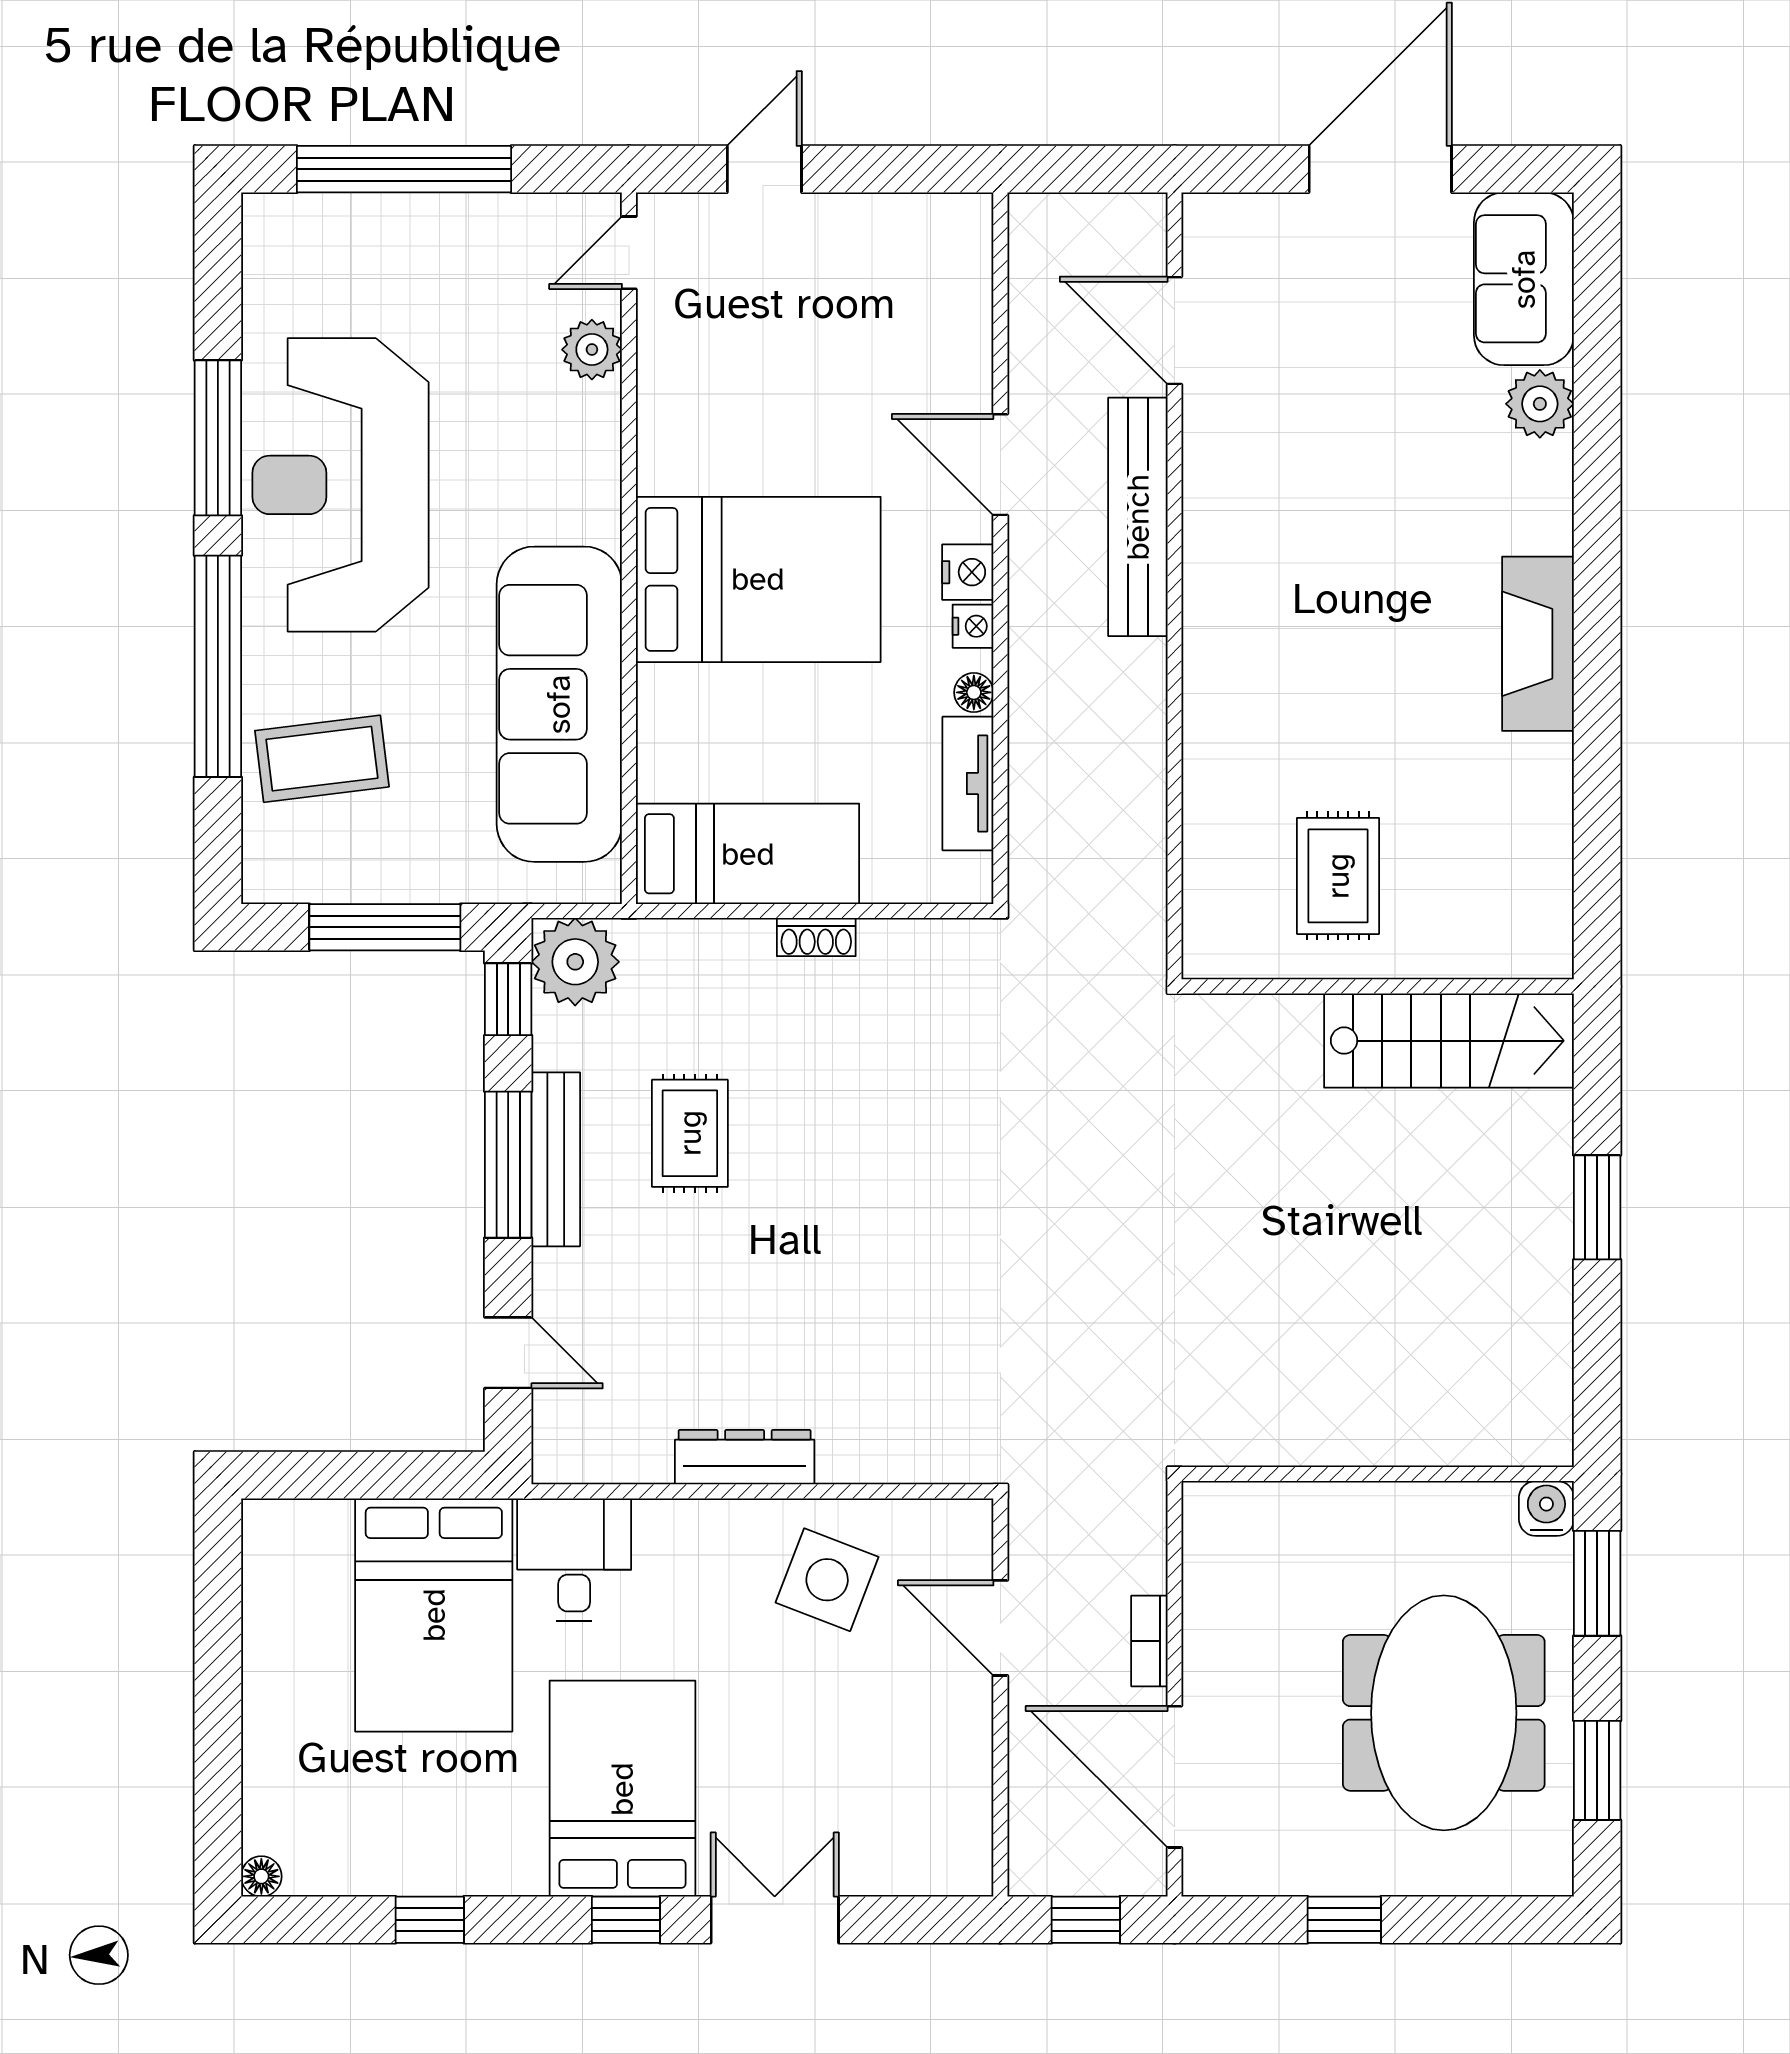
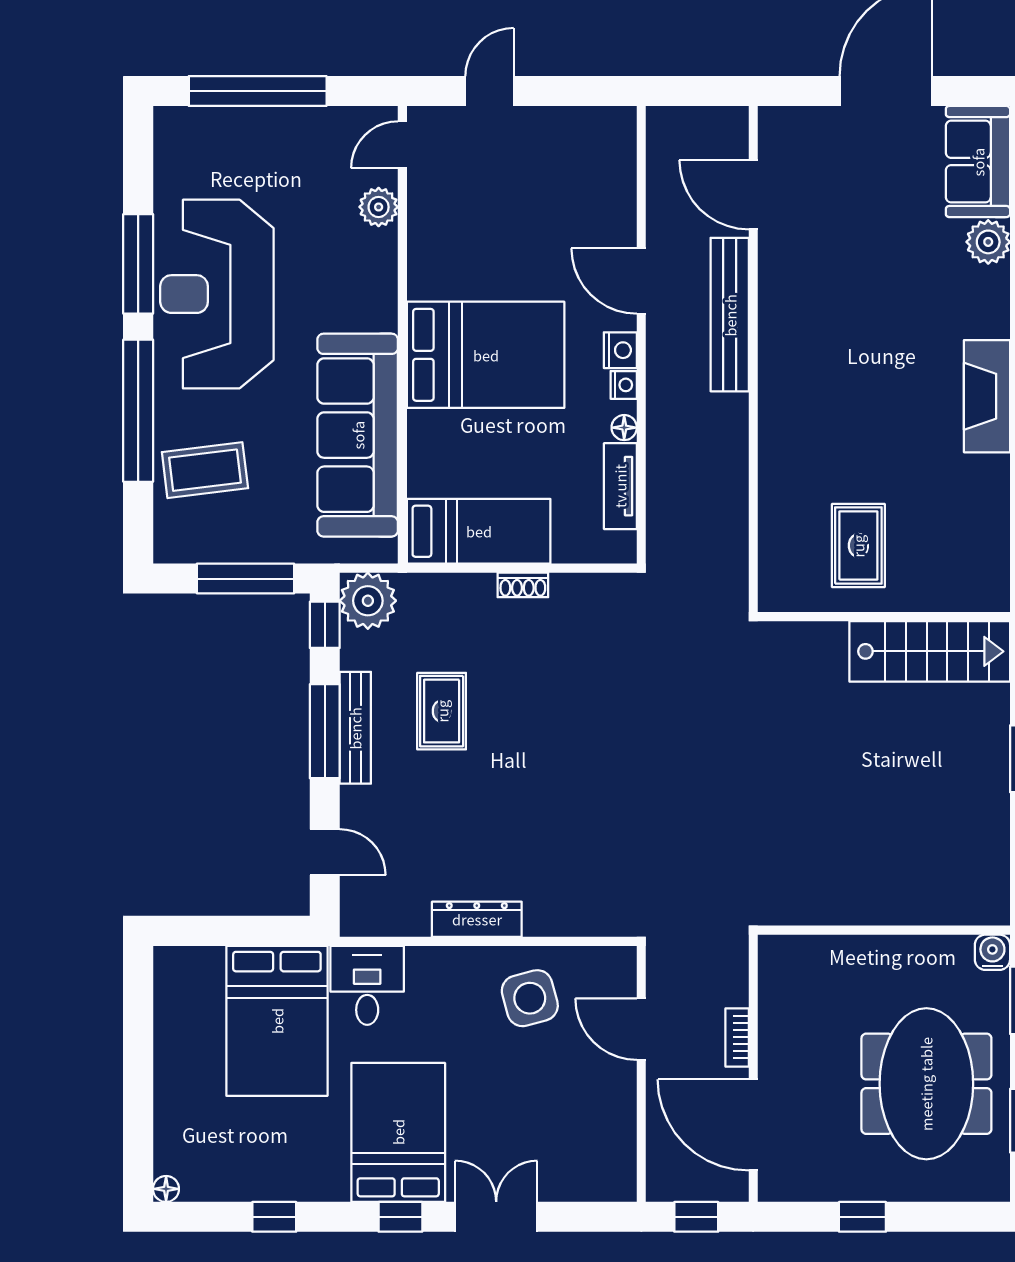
side table: (827, 1580) -> (530, 998), turned -36

